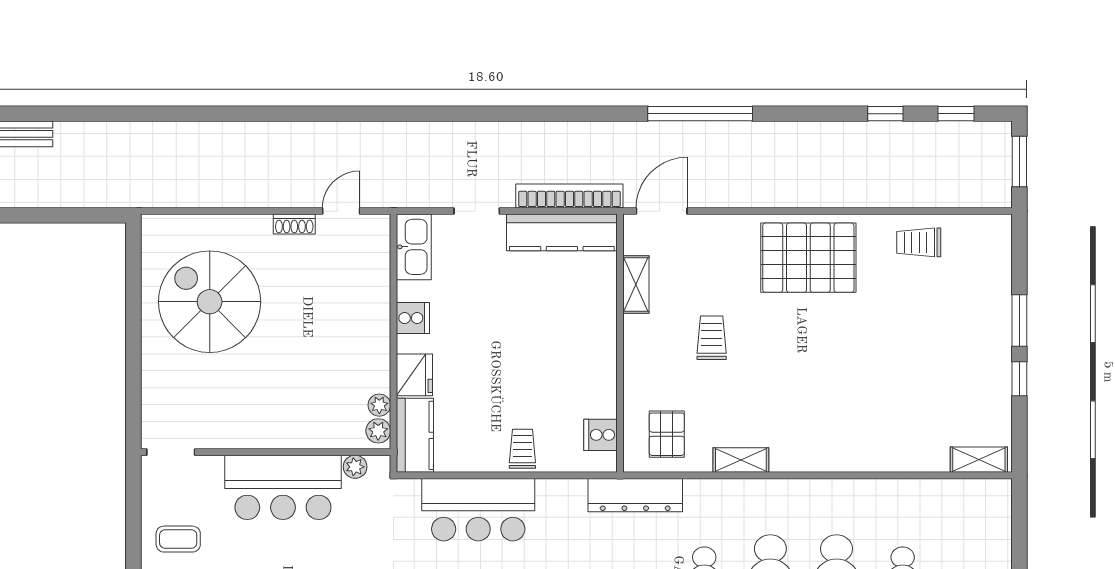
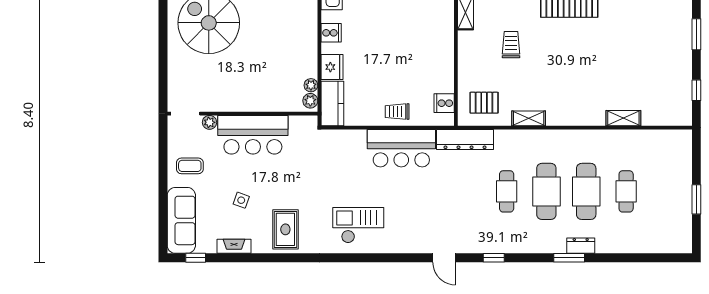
window: (1019, 379) -> (696, 90), moved
pallet: (667, 434) -> (484, 103), turned 90
trolley: (522, 449) -> (397, 112), turned -90
shelving: (979, 460) -> (623, 118), moved
plant: (355, 467) -> (209, 122), moved
bar counter: (478, 510) -> (401, 148), moved

